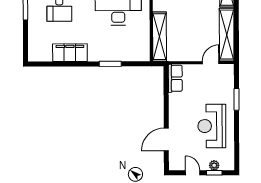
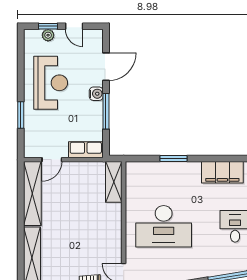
shelving: (159, 37) -> (114, 182), width x0.68
row of seats: (175, 78) -> (86, 150), moved, turned 90
window: (166, 103) -> (106, 111), added
water cooler: (174, 117) -> (96, 94), added

